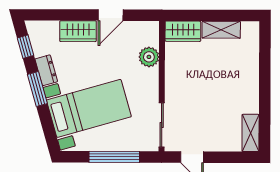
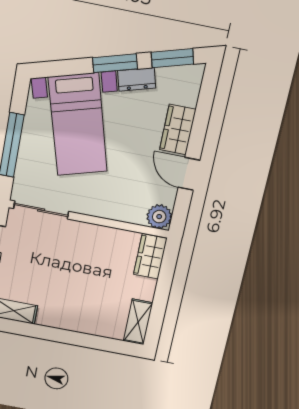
shelving: (221, 30) -> (138, 322), moved
window: (25, 47) -> (172, 58), width x1.50
plant: (149, 57) -> (159, 217), moved

